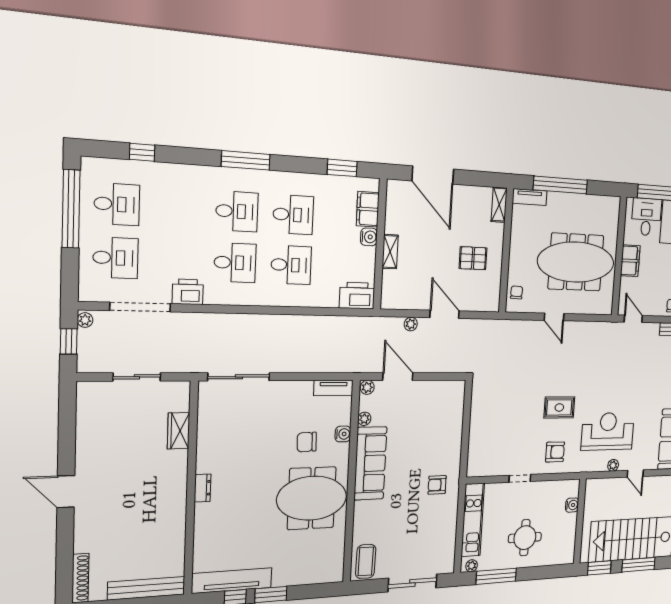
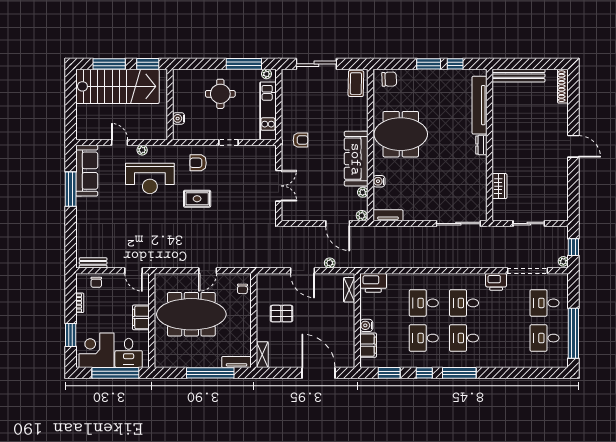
window: (142, 152) -> (424, 373), moved
shelving: (390, 252) -> (349, 290), moved
door: (554, 317) -> (208, 271), swing flipped
double door: (466, 425) -> (279, 186), added
chair: (307, 442) -> (389, 79), moved
tv unit: (232, 581) -> (480, 105), moved, turned 90

